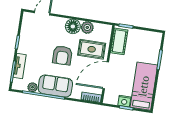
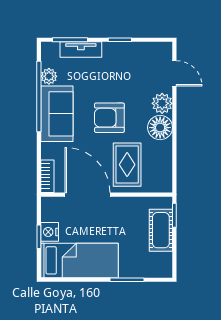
plant: (87, 27) -> (162, 103), moved
cot: (119, 41) -> (161, 230), moved, turned 90

